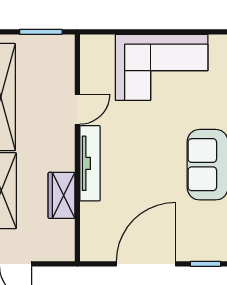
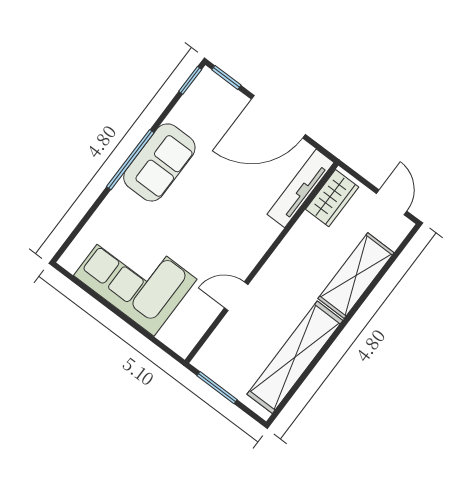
tv unit: (90, 163) -> (300, 188), moved
wardrobe: (62, 195) -> (332, 198), moved

